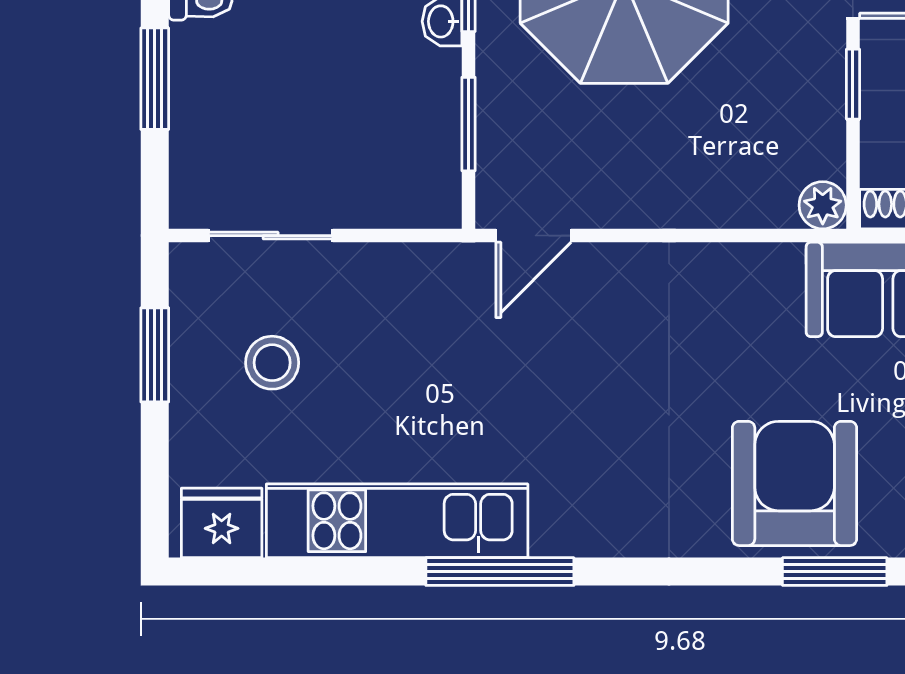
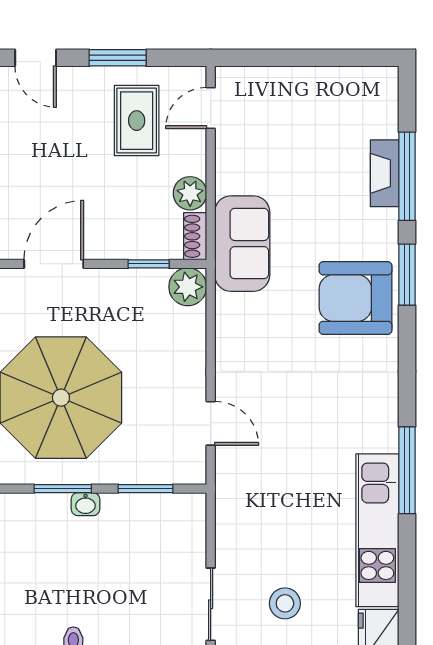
window: (853, 84) -> (149, 264), moved
plant: (823, 205) -> (188, 287), width x1.38, depth x1.38
door: (534, 236) -> (211, 423), moved

